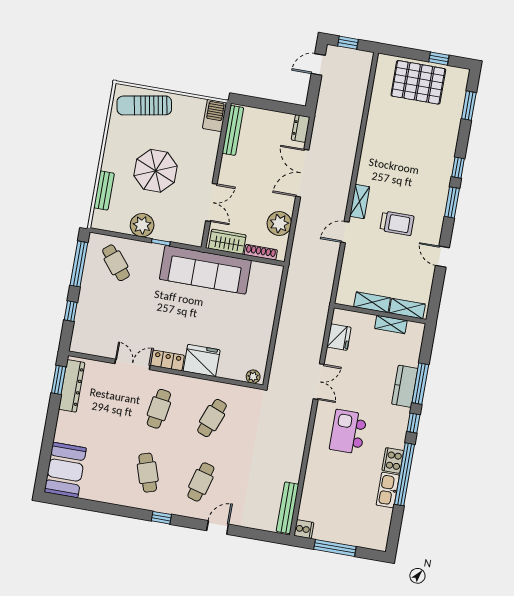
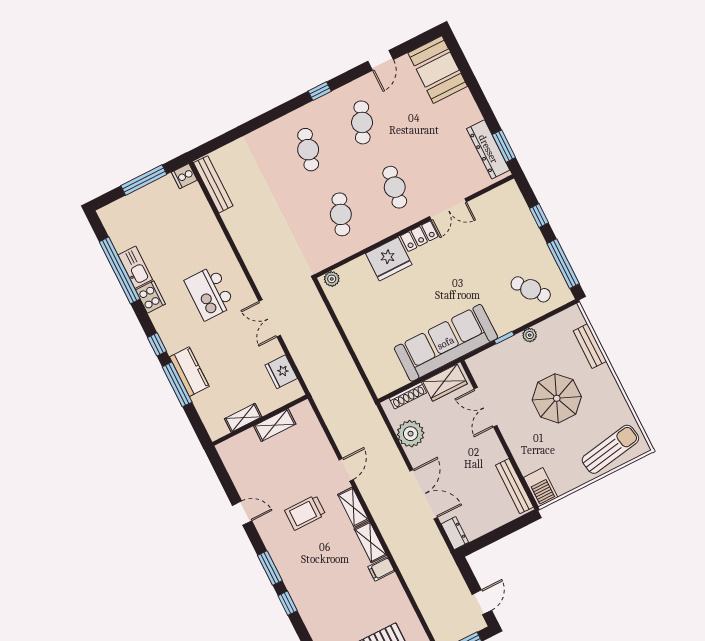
filing cabinet: (373, 142) -> (381, 569), added
plant: (142, 225) -> (530, 335), width x0.53, depth x0.53
shelving: (407, 309) -> (371, 542), moved, turned 90
kitchen island: (348, 432) -> (210, 293), turned 180
cafe table: (148, 473) -> (362, 122), turned 42
window: (404, 474) -> (120, 270), moved
door: (218, 527) -> (381, 60), moved

